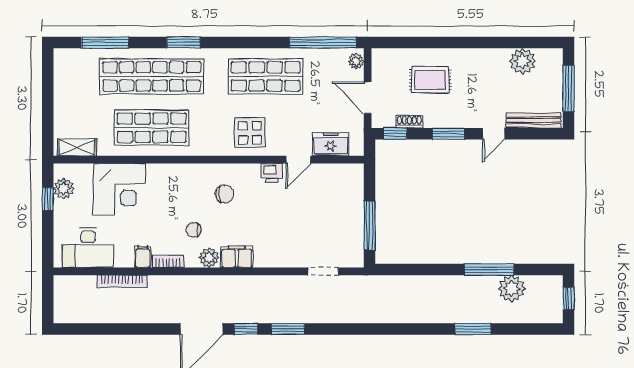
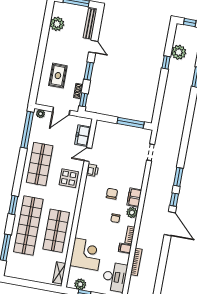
door: (298, 160) -> (88, 155), swing flipped
chair: (224, 194) -> (112, 194), moved
window: (489, 269) -> (166, 62), width x0.46

